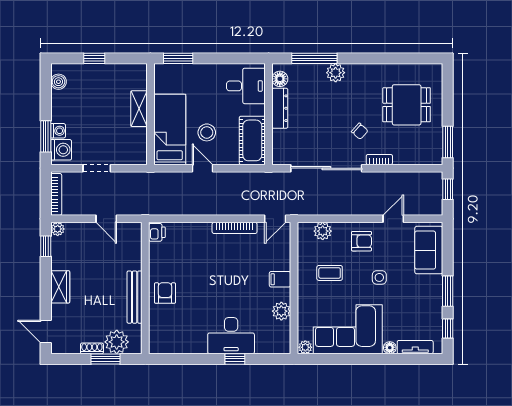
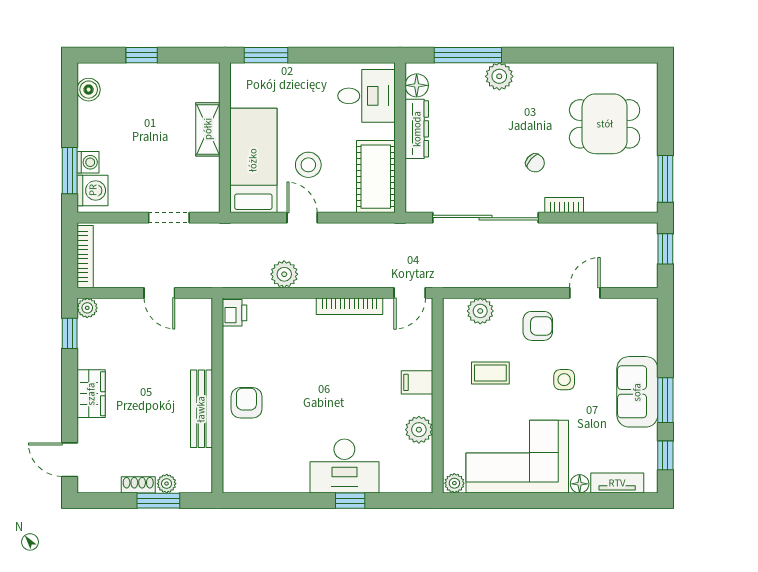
doorway: (97, 168) -> (169, 218), moved
plant: (190, 206) -> (284, 274), added
sofa: (429, 250) -> (637, 392), moved
plant: (117, 342) -> (167, 484), width x0.53, depth x0.53

